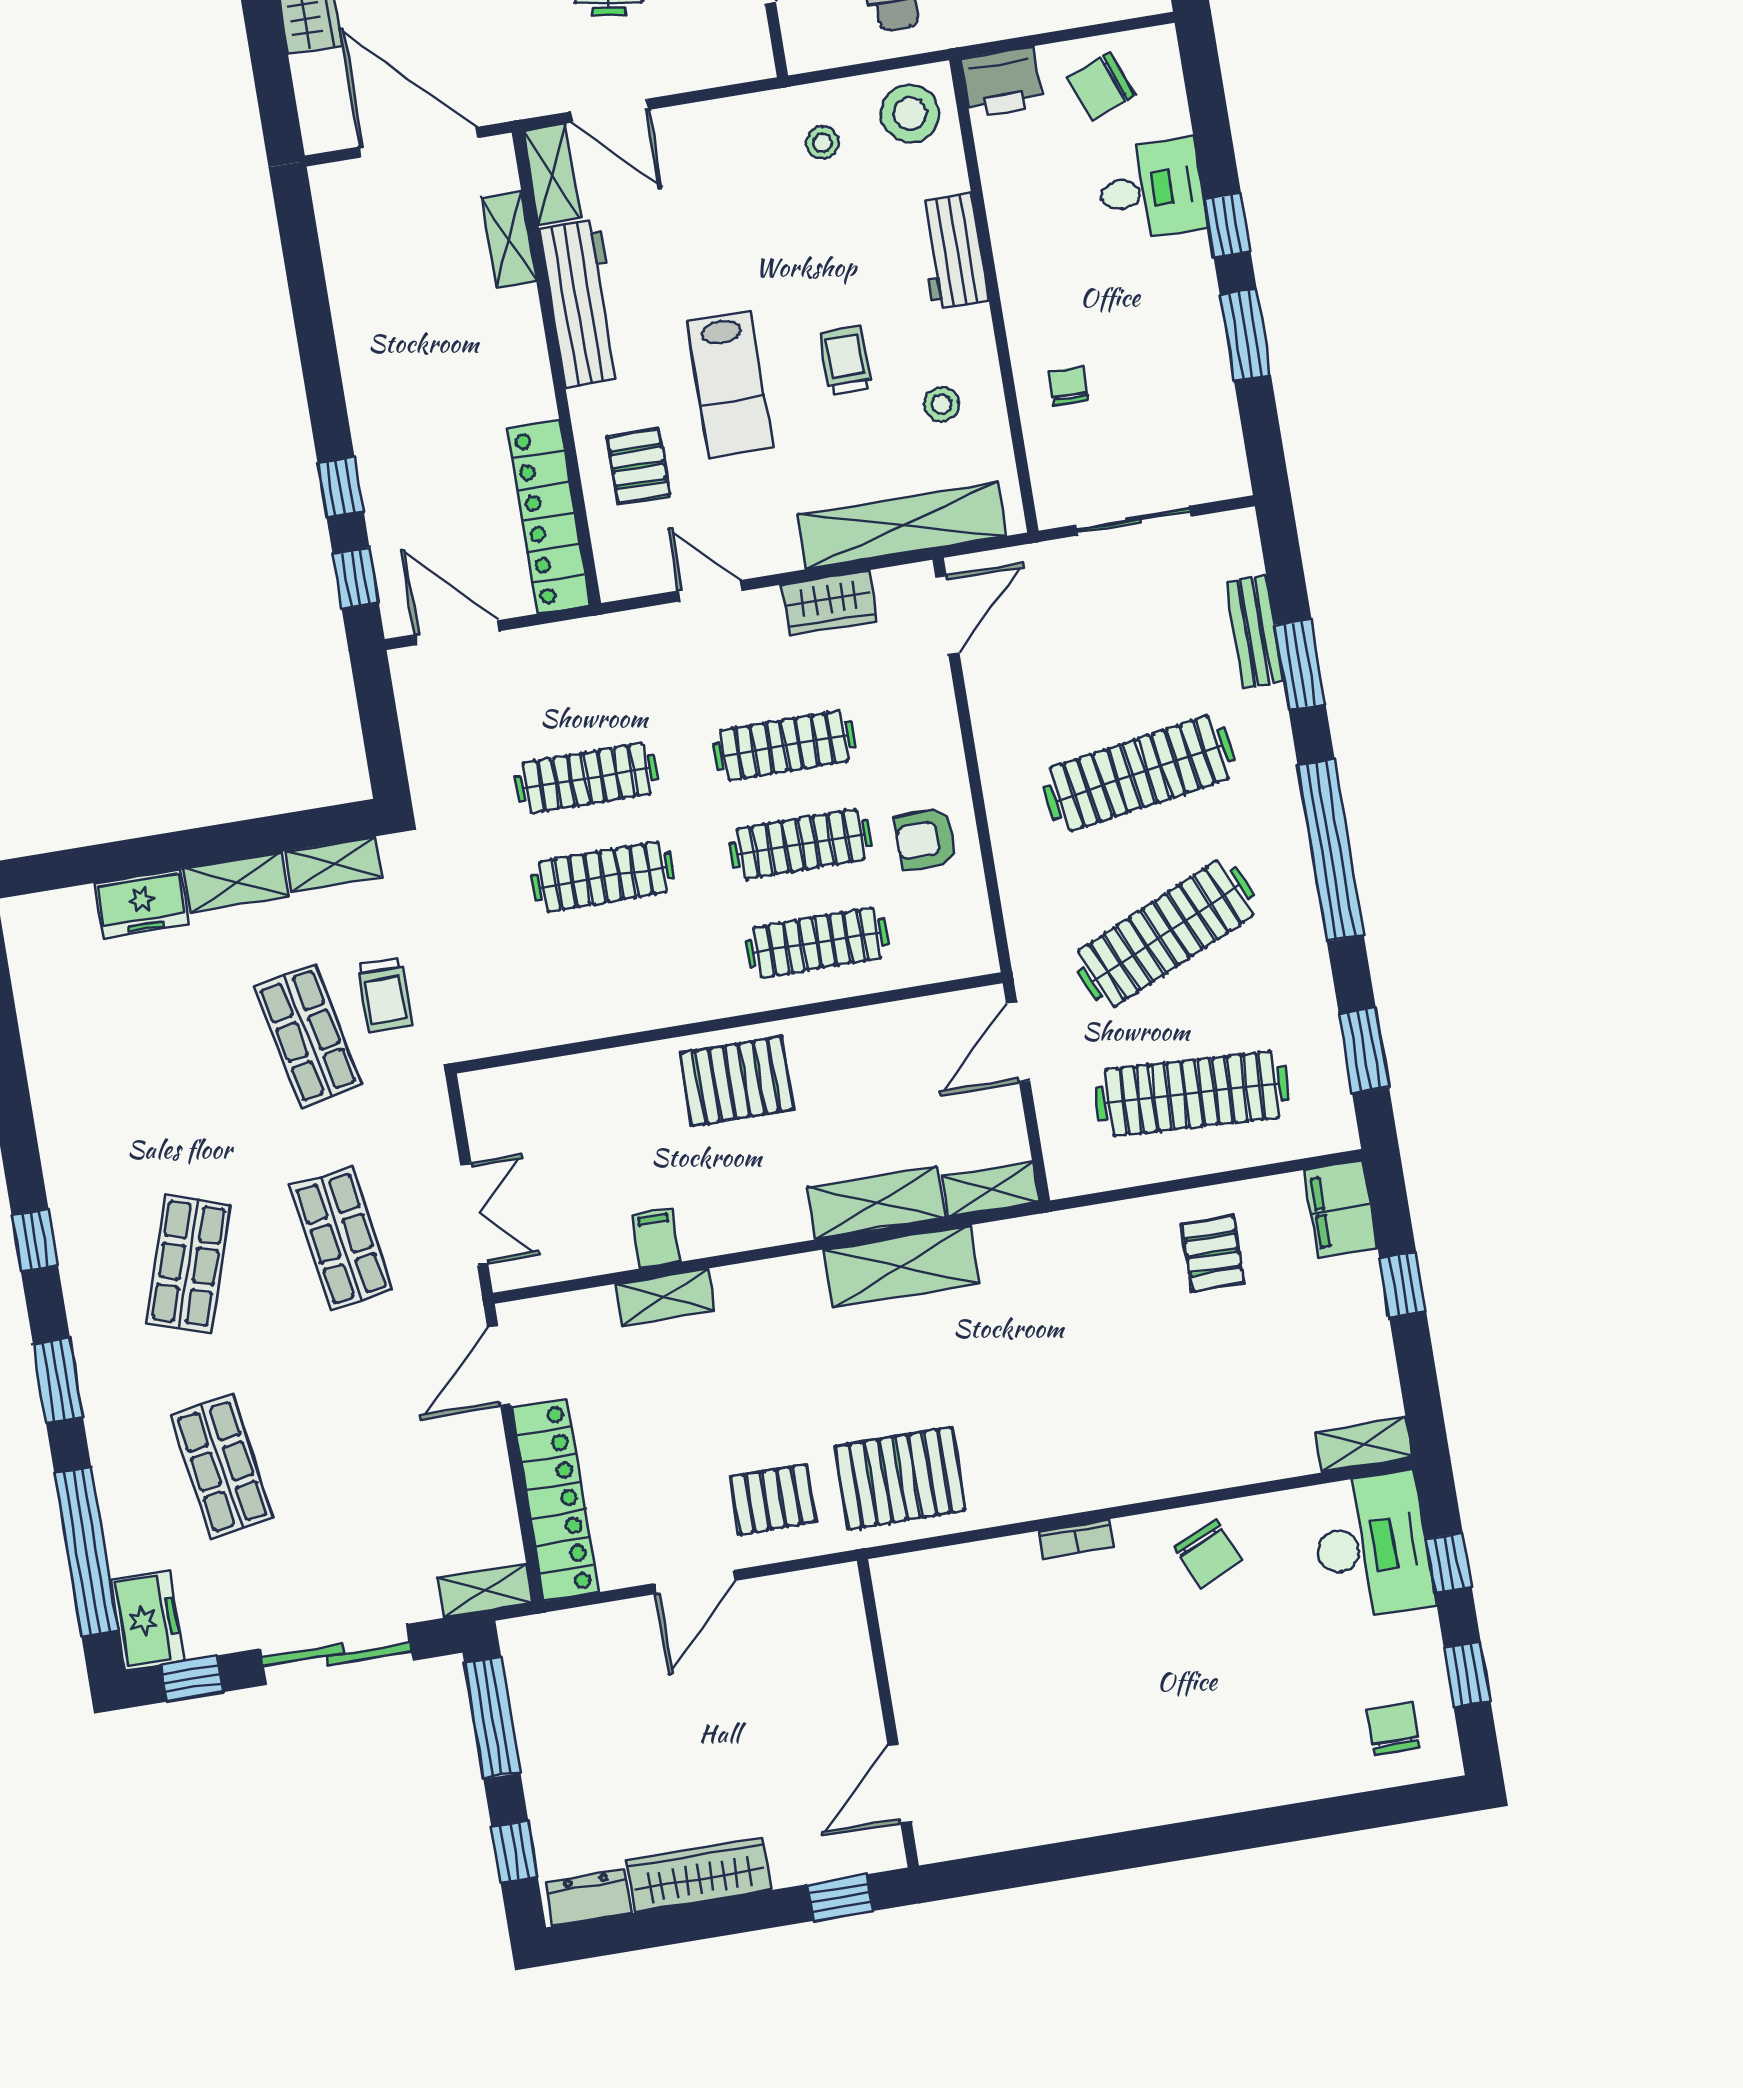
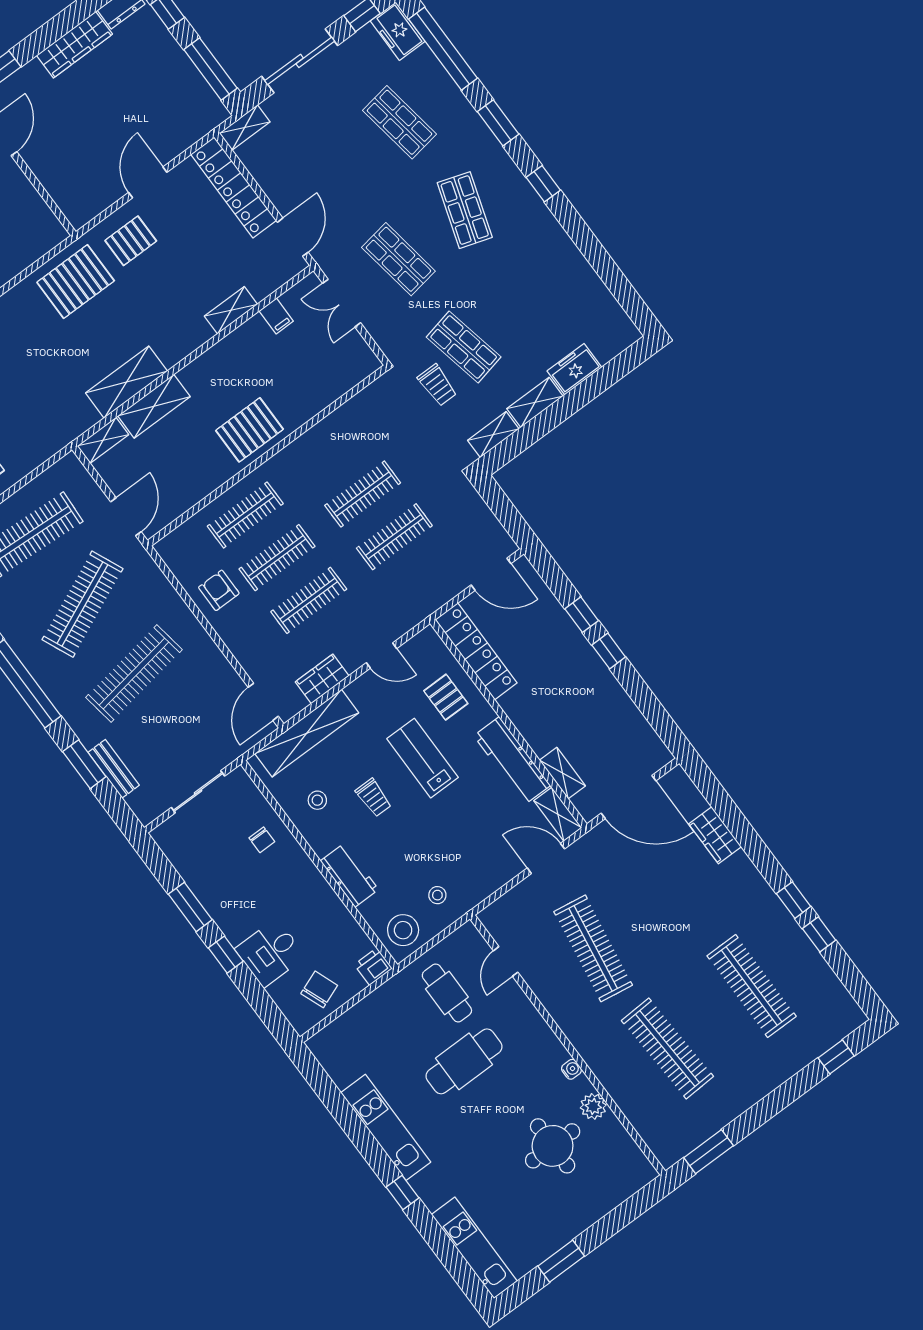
printer: (1002, 82) -> (373, 967), width x0.73, depth x0.81
window: (356, 578) -> (609, 651), moved
armchair: (926, 839) -> (219, 590), turned -90
trolley: (385, 995) -> (437, 385), turned 180
filing cabinet: (656, 1238) -> (276, 316), moved

